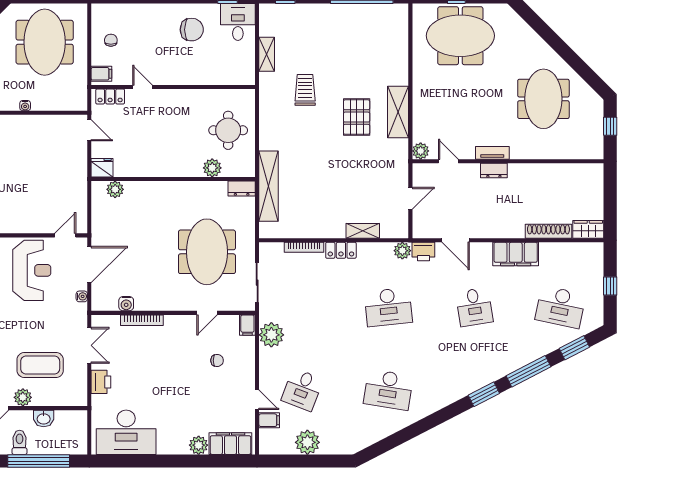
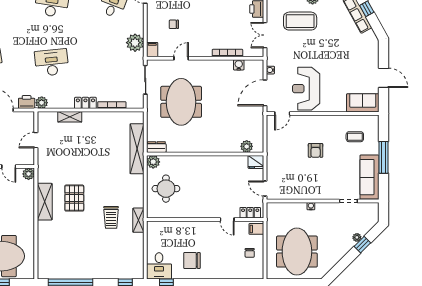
shelving: (267, 54) -> (138, 220), moved
plant: (212, 168) -> (153, 162), moved
armchair: (19, 184) -> (316, 150), added

